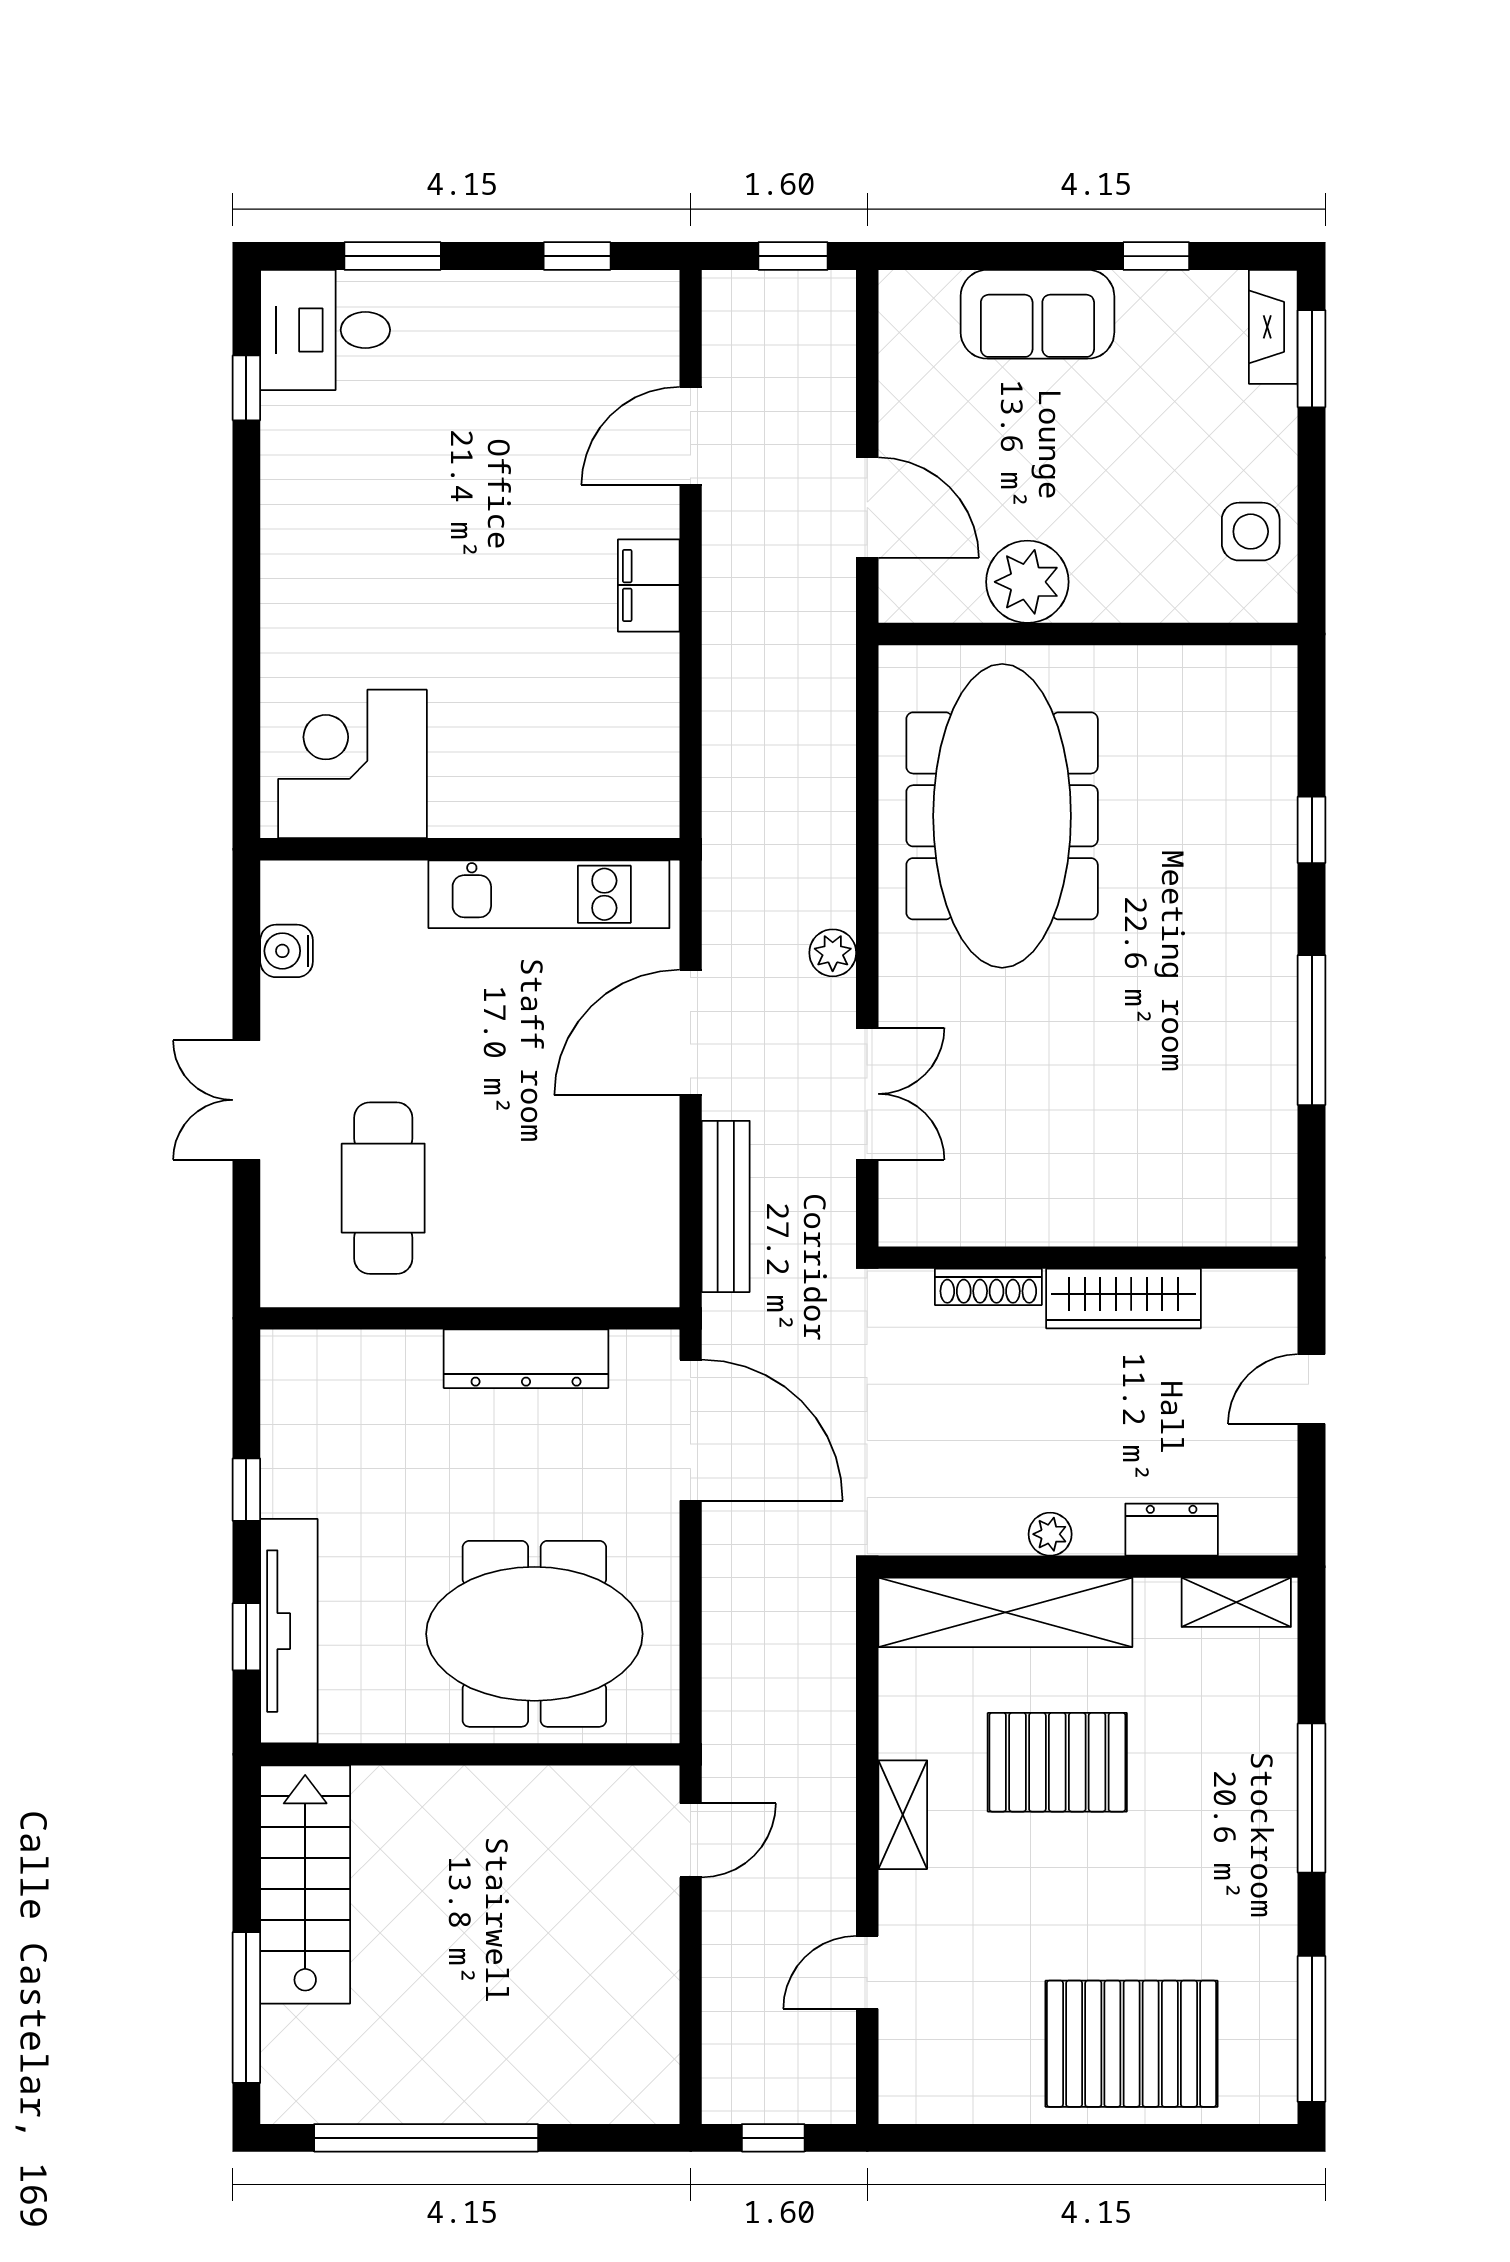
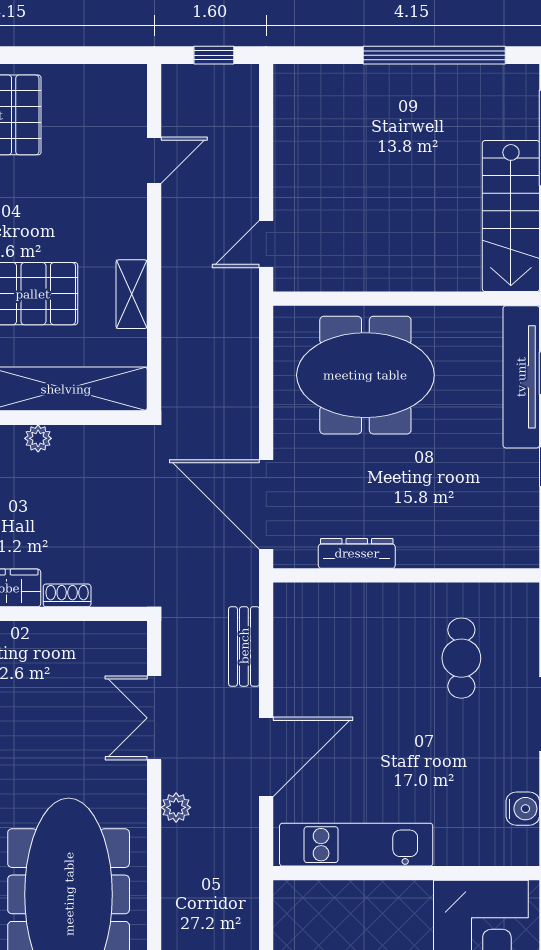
cafe table: (383, 1188) -> (461, 658), width x0.73, depth x0.74
bench: (726, 1206) -> (244, 646), width x0.73
shoe rack: (988, 1287) -> (67, 595), width x0.70
dresser: (526, 1359) -> (357, 553), width x0.73, depth x0.80
shelving: (903, 1815) -> (132, 294), moved

